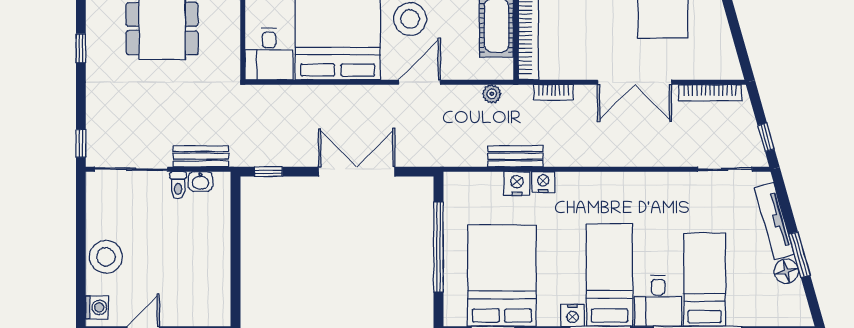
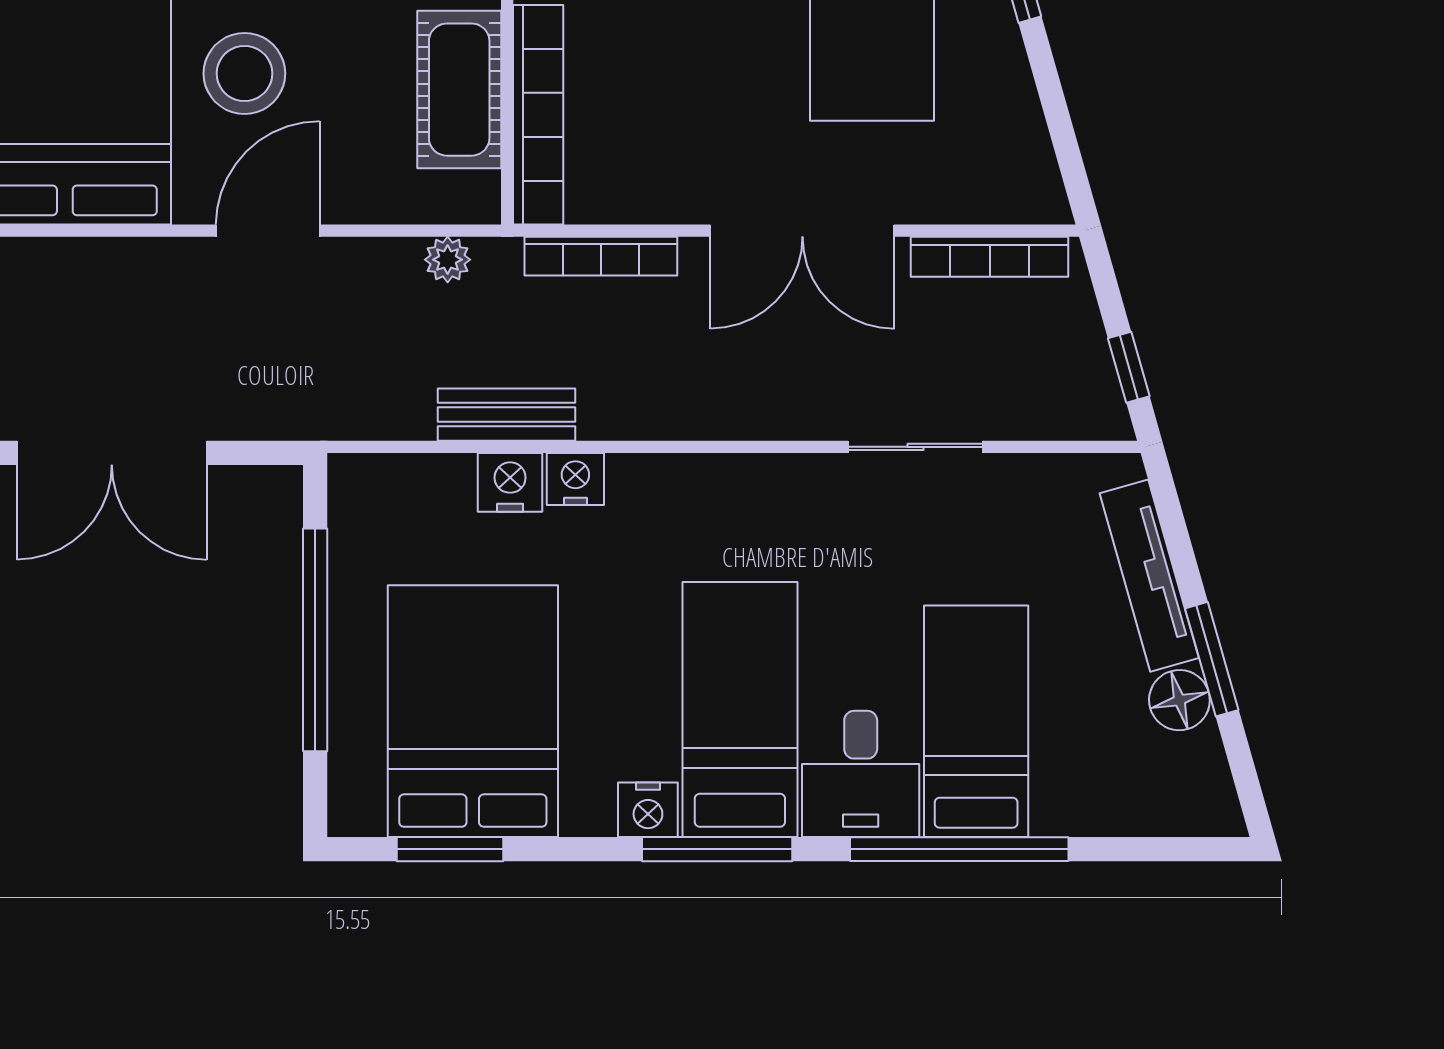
bookcase: (554, 92) -> (601, 256), width x1.56
sliding door: (725, 169) -> (915, 447), moved
double door: (357, 172) -> (112, 453), swing flipped

